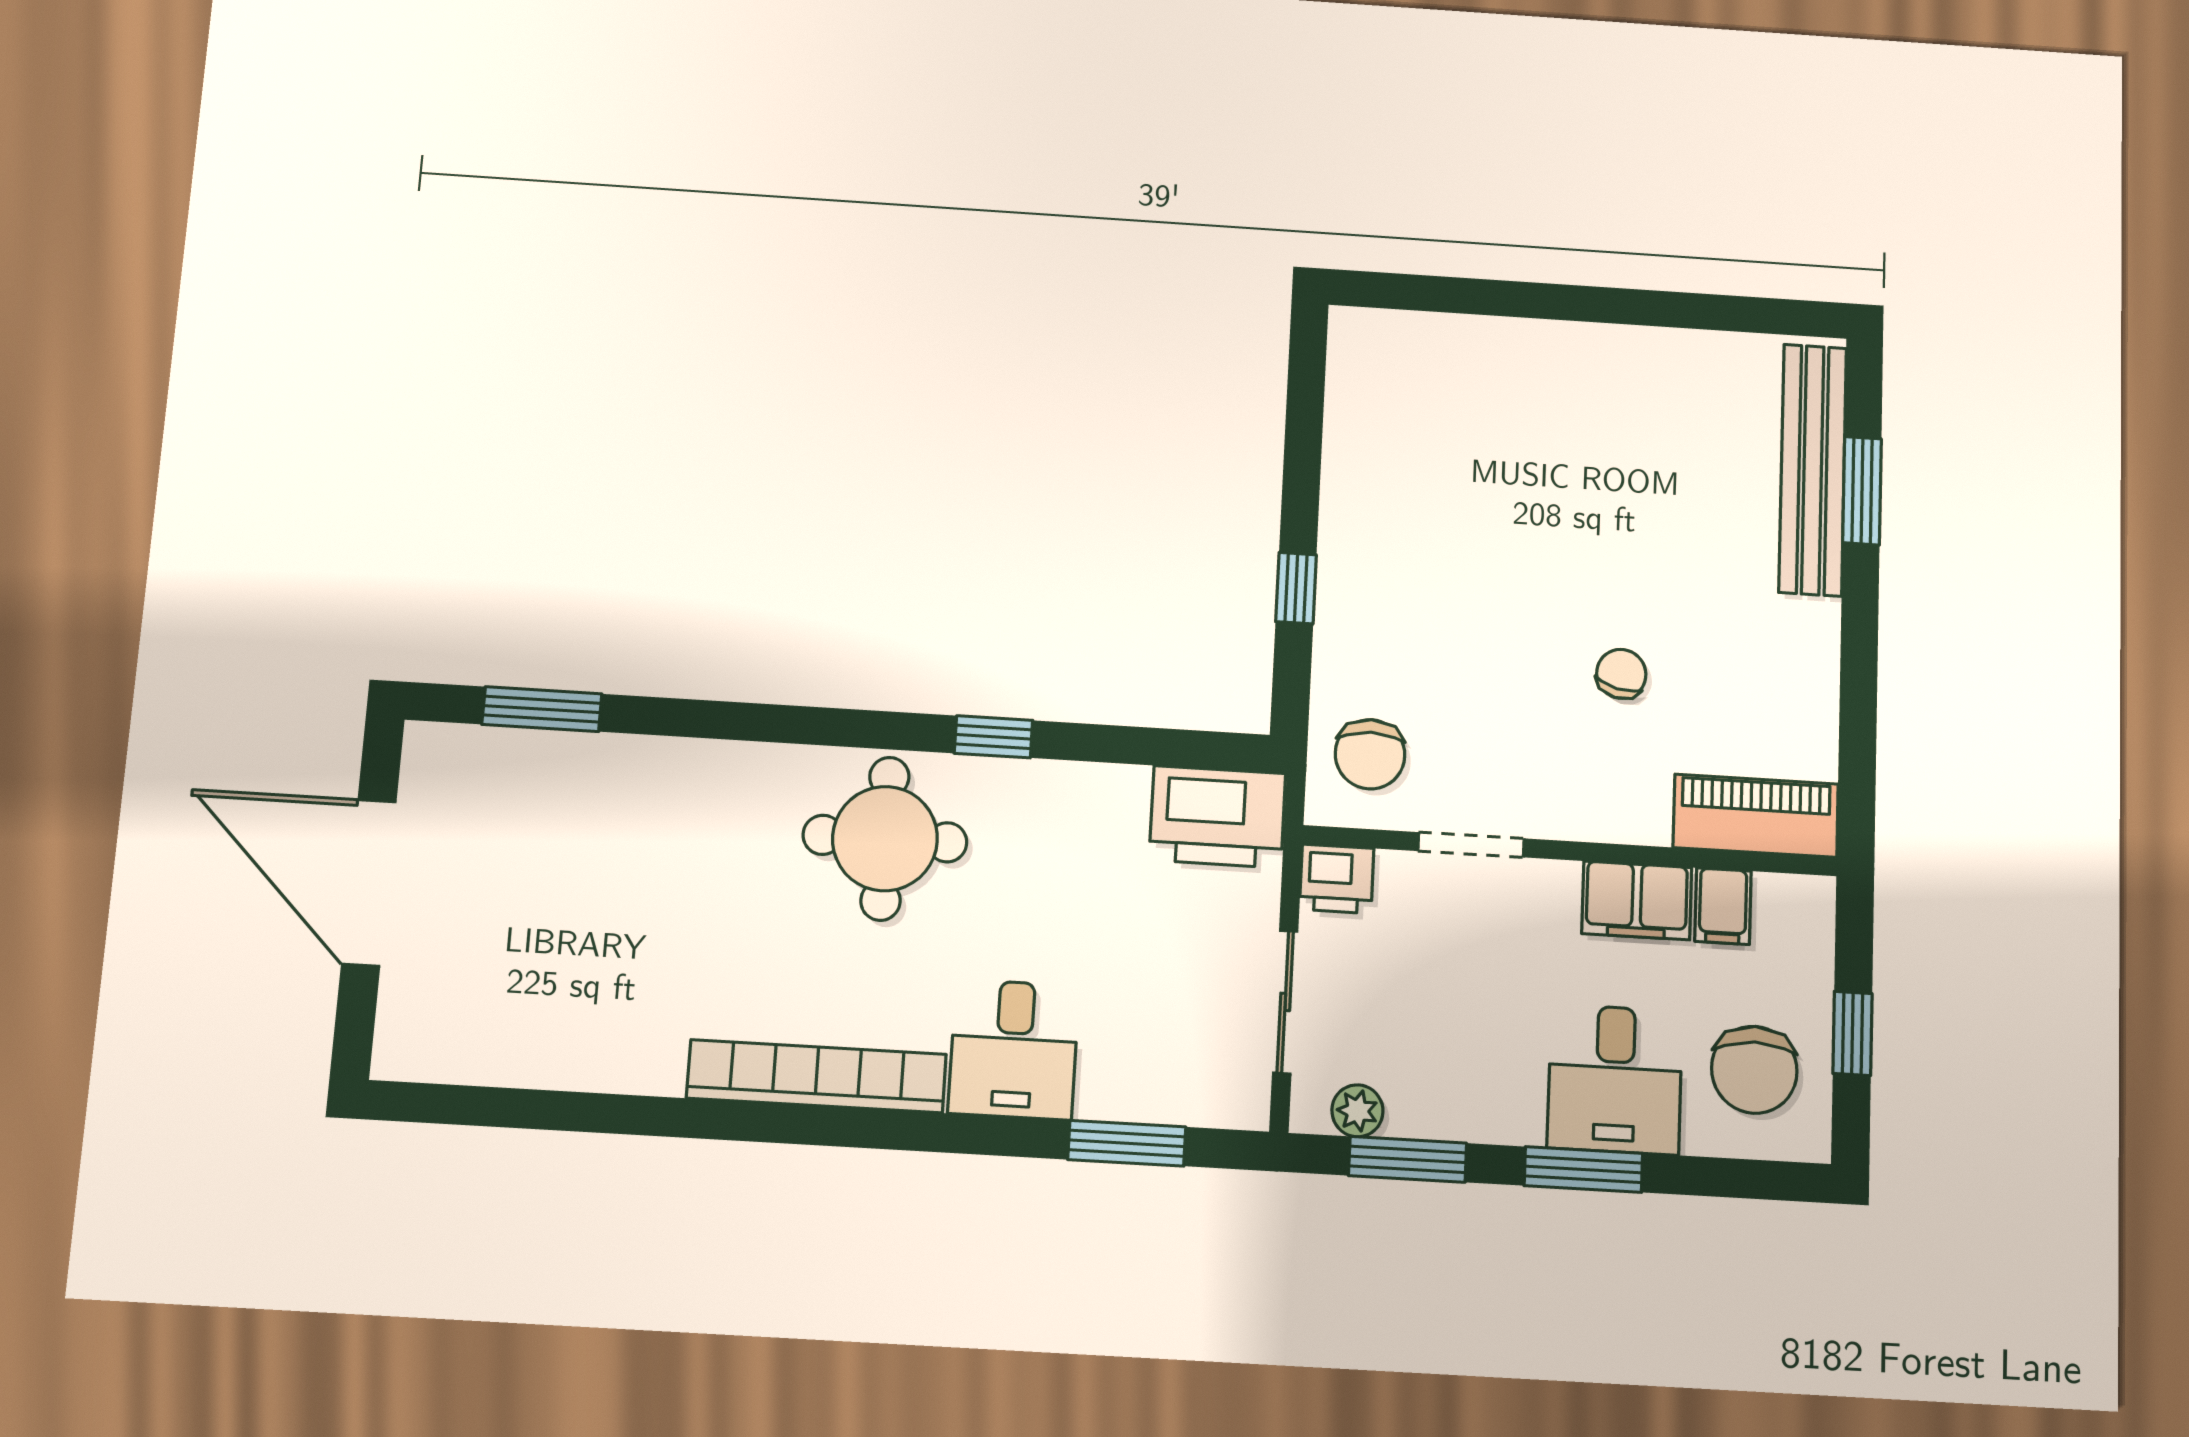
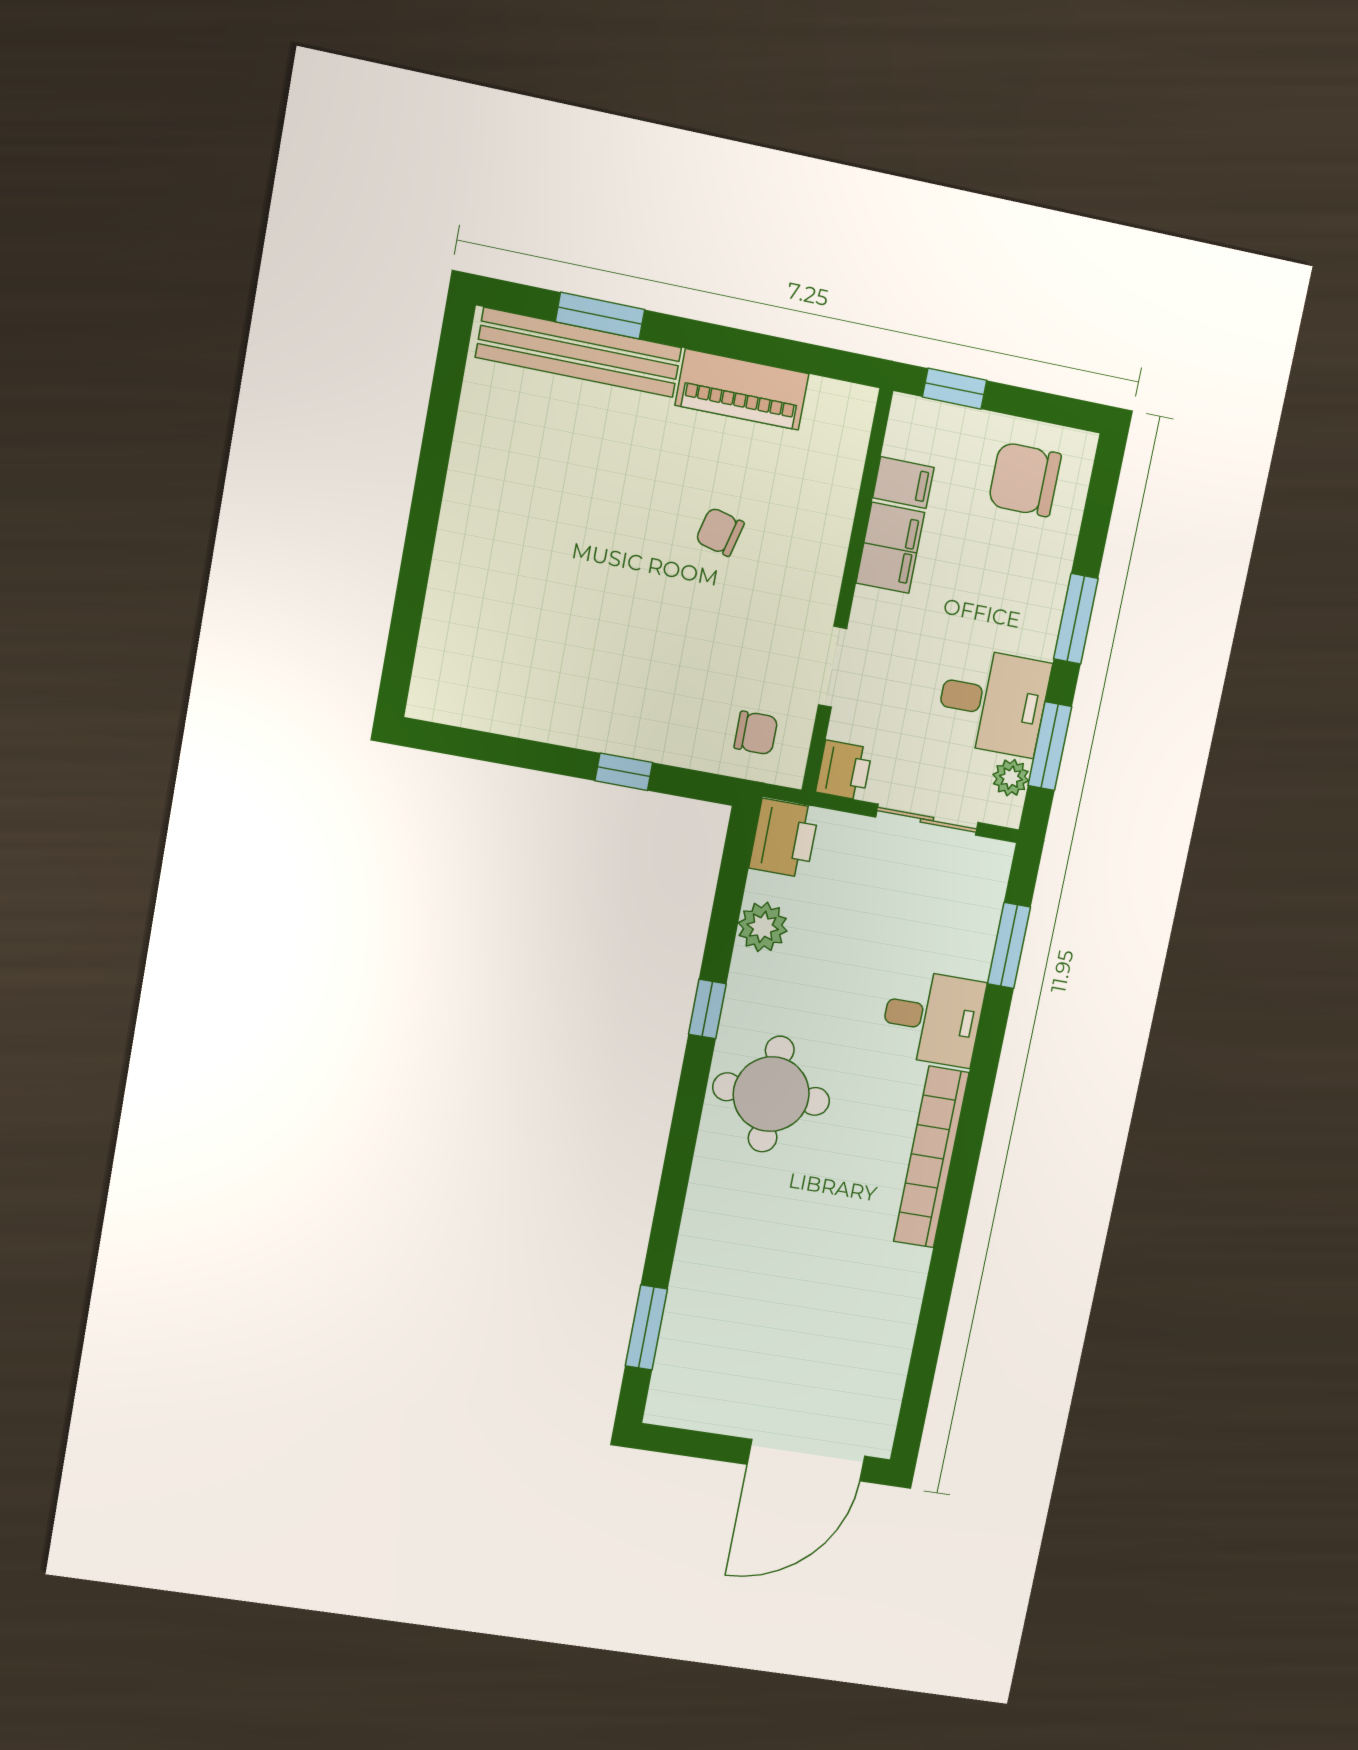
chair: (1370, 754) -> (756, 733), width x0.73, depth x0.73
plant: (1113, 797) -> (763, 927), added
piano: (1756, 816) -> (742, 389), moved, turned -90
printer: (1217, 817) -> (784, 838), width x0.73, depth x0.84
door: (369, 883) -> (806, 1460), moved
window: (1852, 1033) -> (955, 389), moved
chair: (1754, 1070) -> (1025, 479), turned 180
desk: (1615, 1079) -> (993, 702), moved

